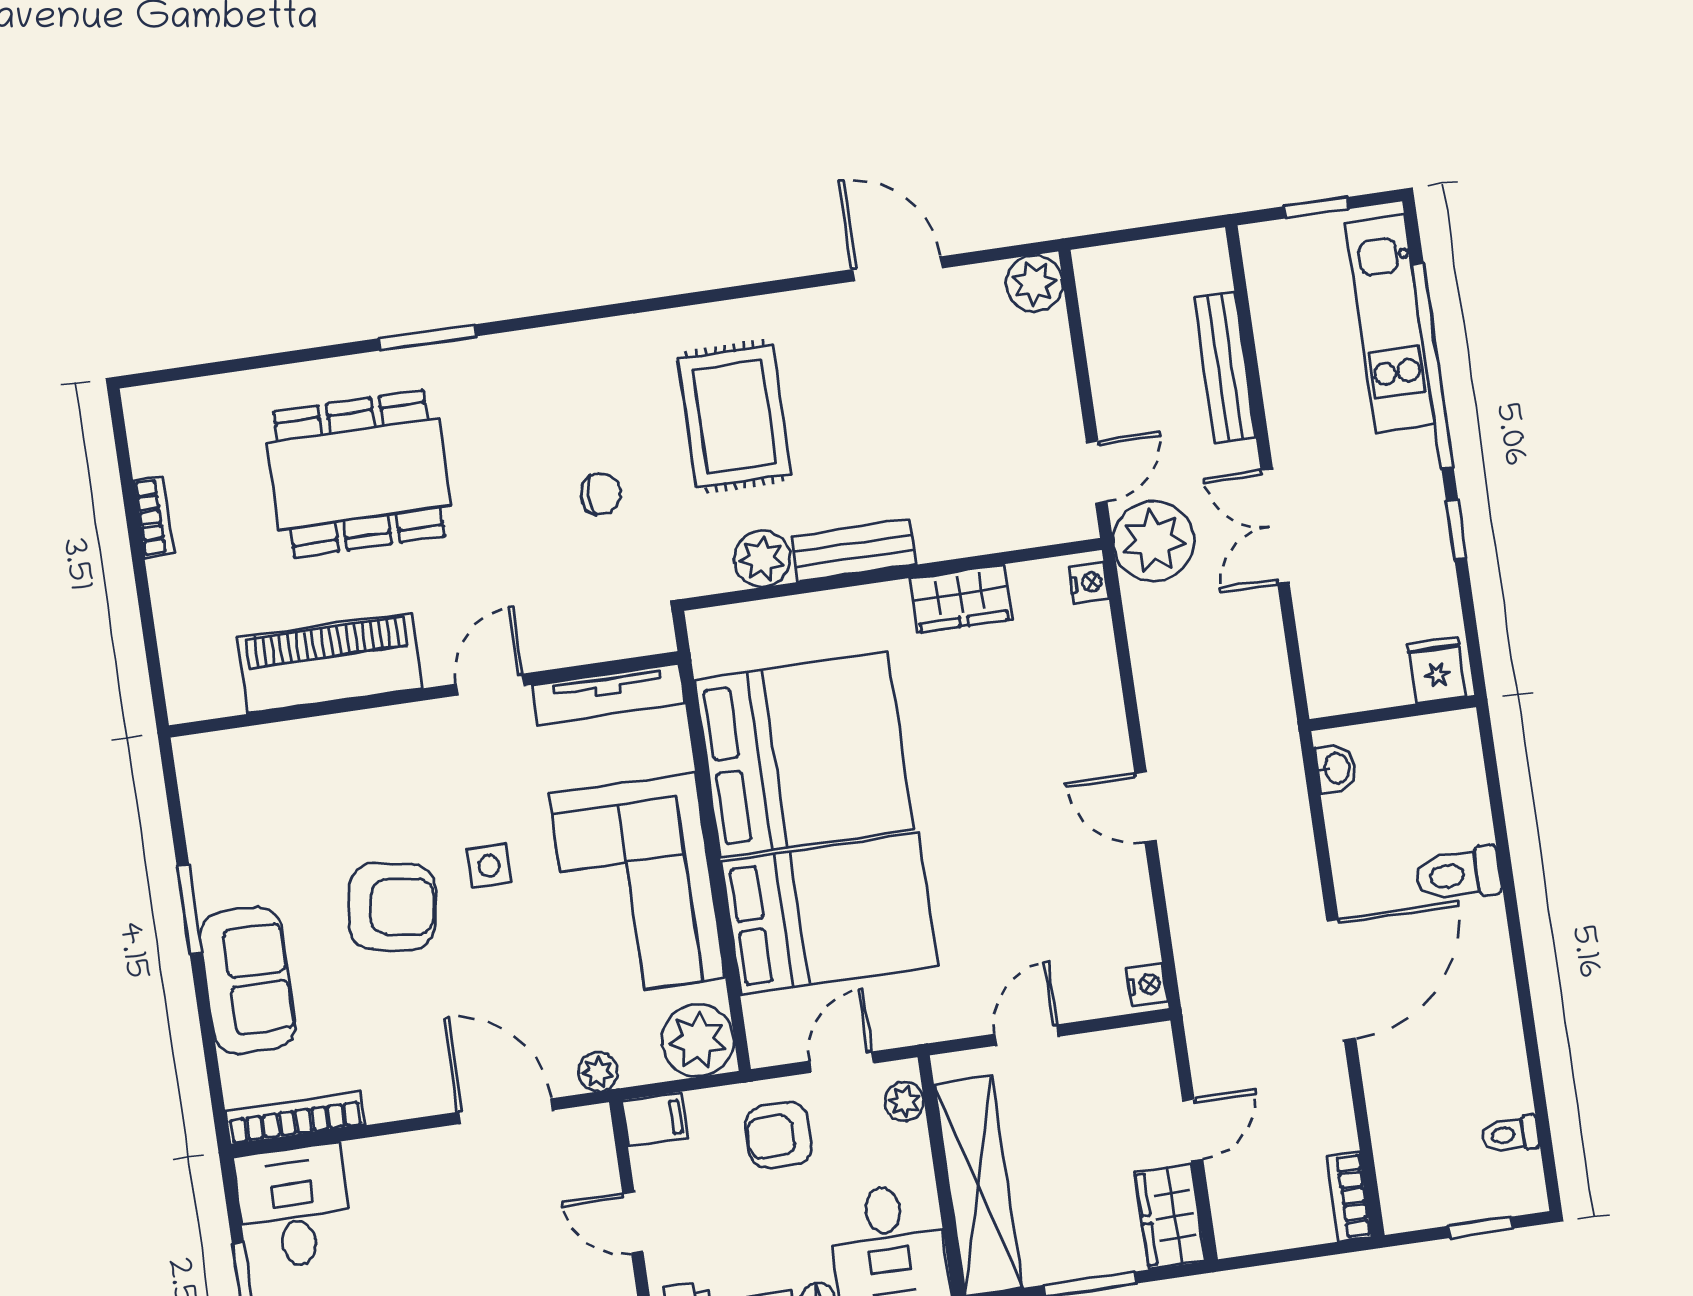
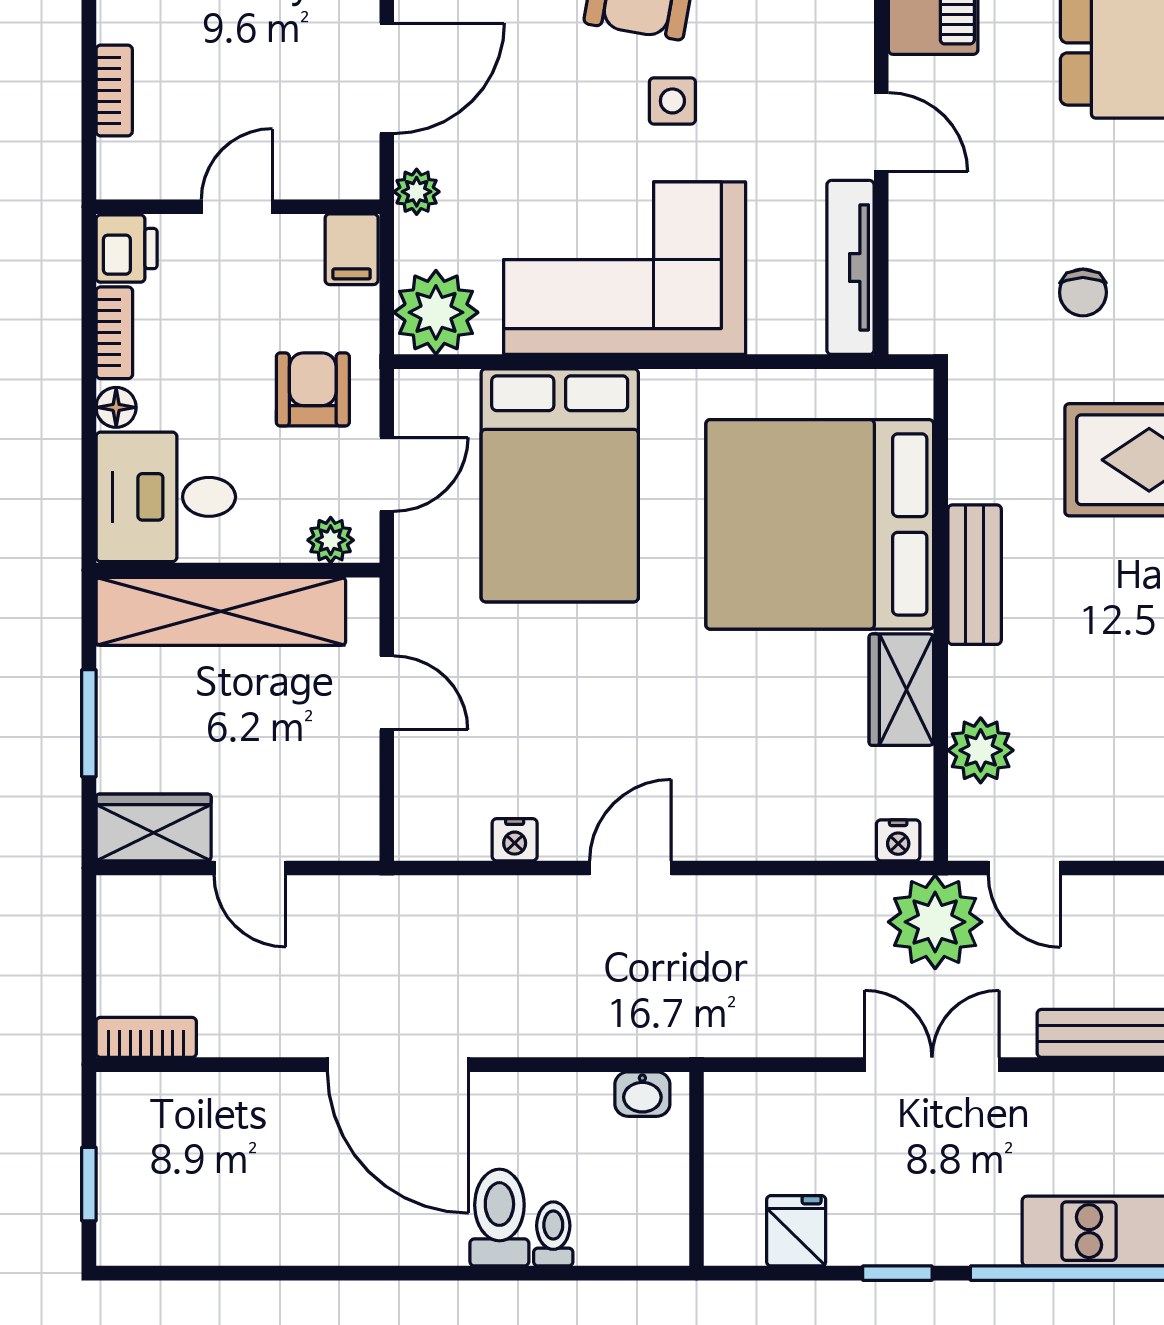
plant: (762, 559) -> (981, 750), moved
fridge: (1437, 670) -> (796, 1231), moved, turned -90
bed: (804, 754) -> (820, 524), moved, turned 90
nightstand: (1147, 985) -> (515, 840), moved
door: (841, 1062) -> (387, 474), hinge flipped
toilet: (1511, 1134) -> (553, 1234), moved

